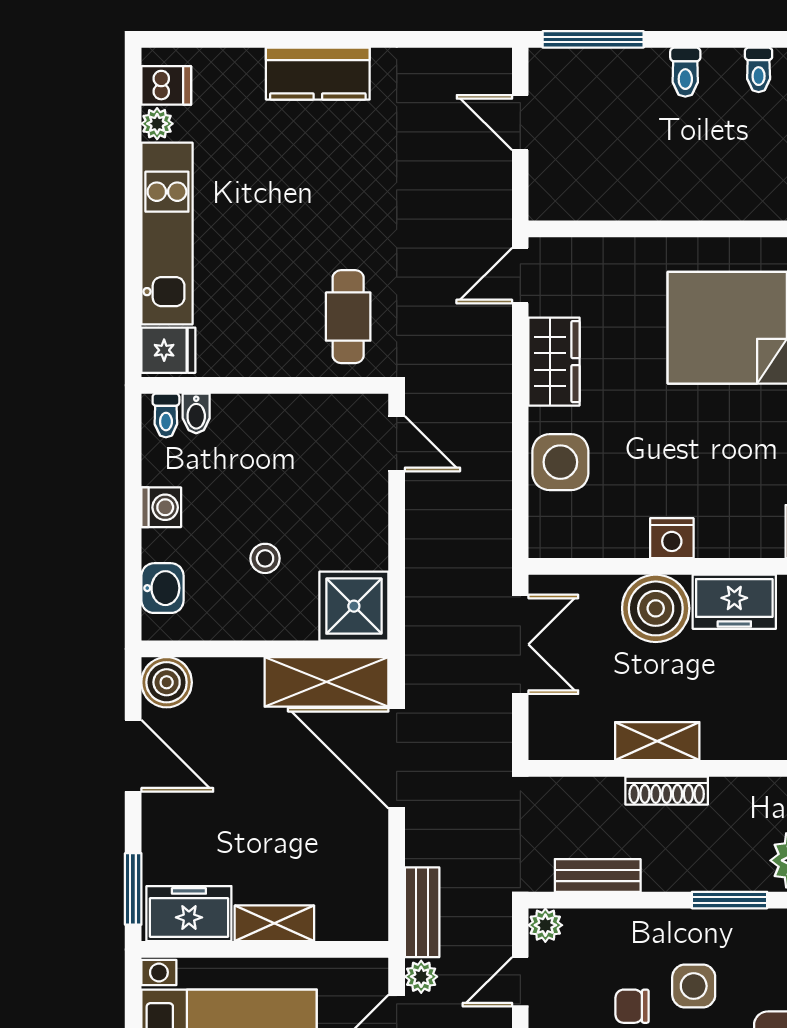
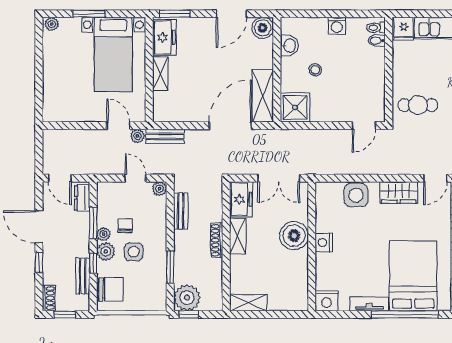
door: (520, 276) -> (435, 178), swing flipped
washbasin: (162, 588) -> (289, 45), moved, turned -90
freezer: (734, 602) -> (241, 199), moved, turned 180

